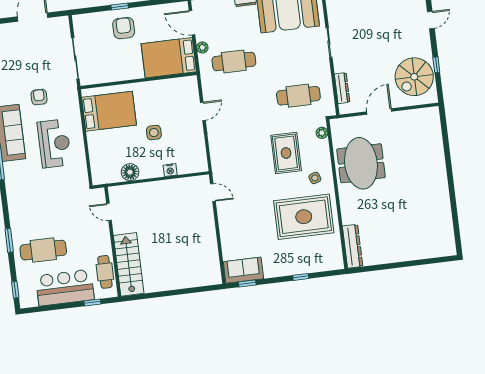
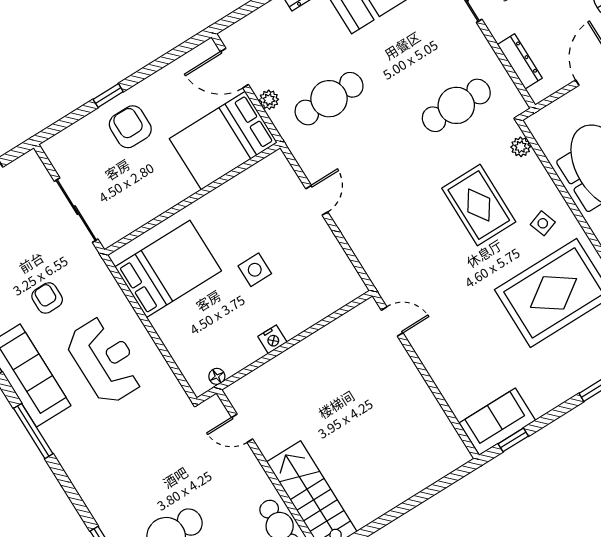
nightstand: (170, 170) -> (272, 339), moved
floor lamp: (130, 172) -> (217, 376), moved, width x0.53, depth x0.53

